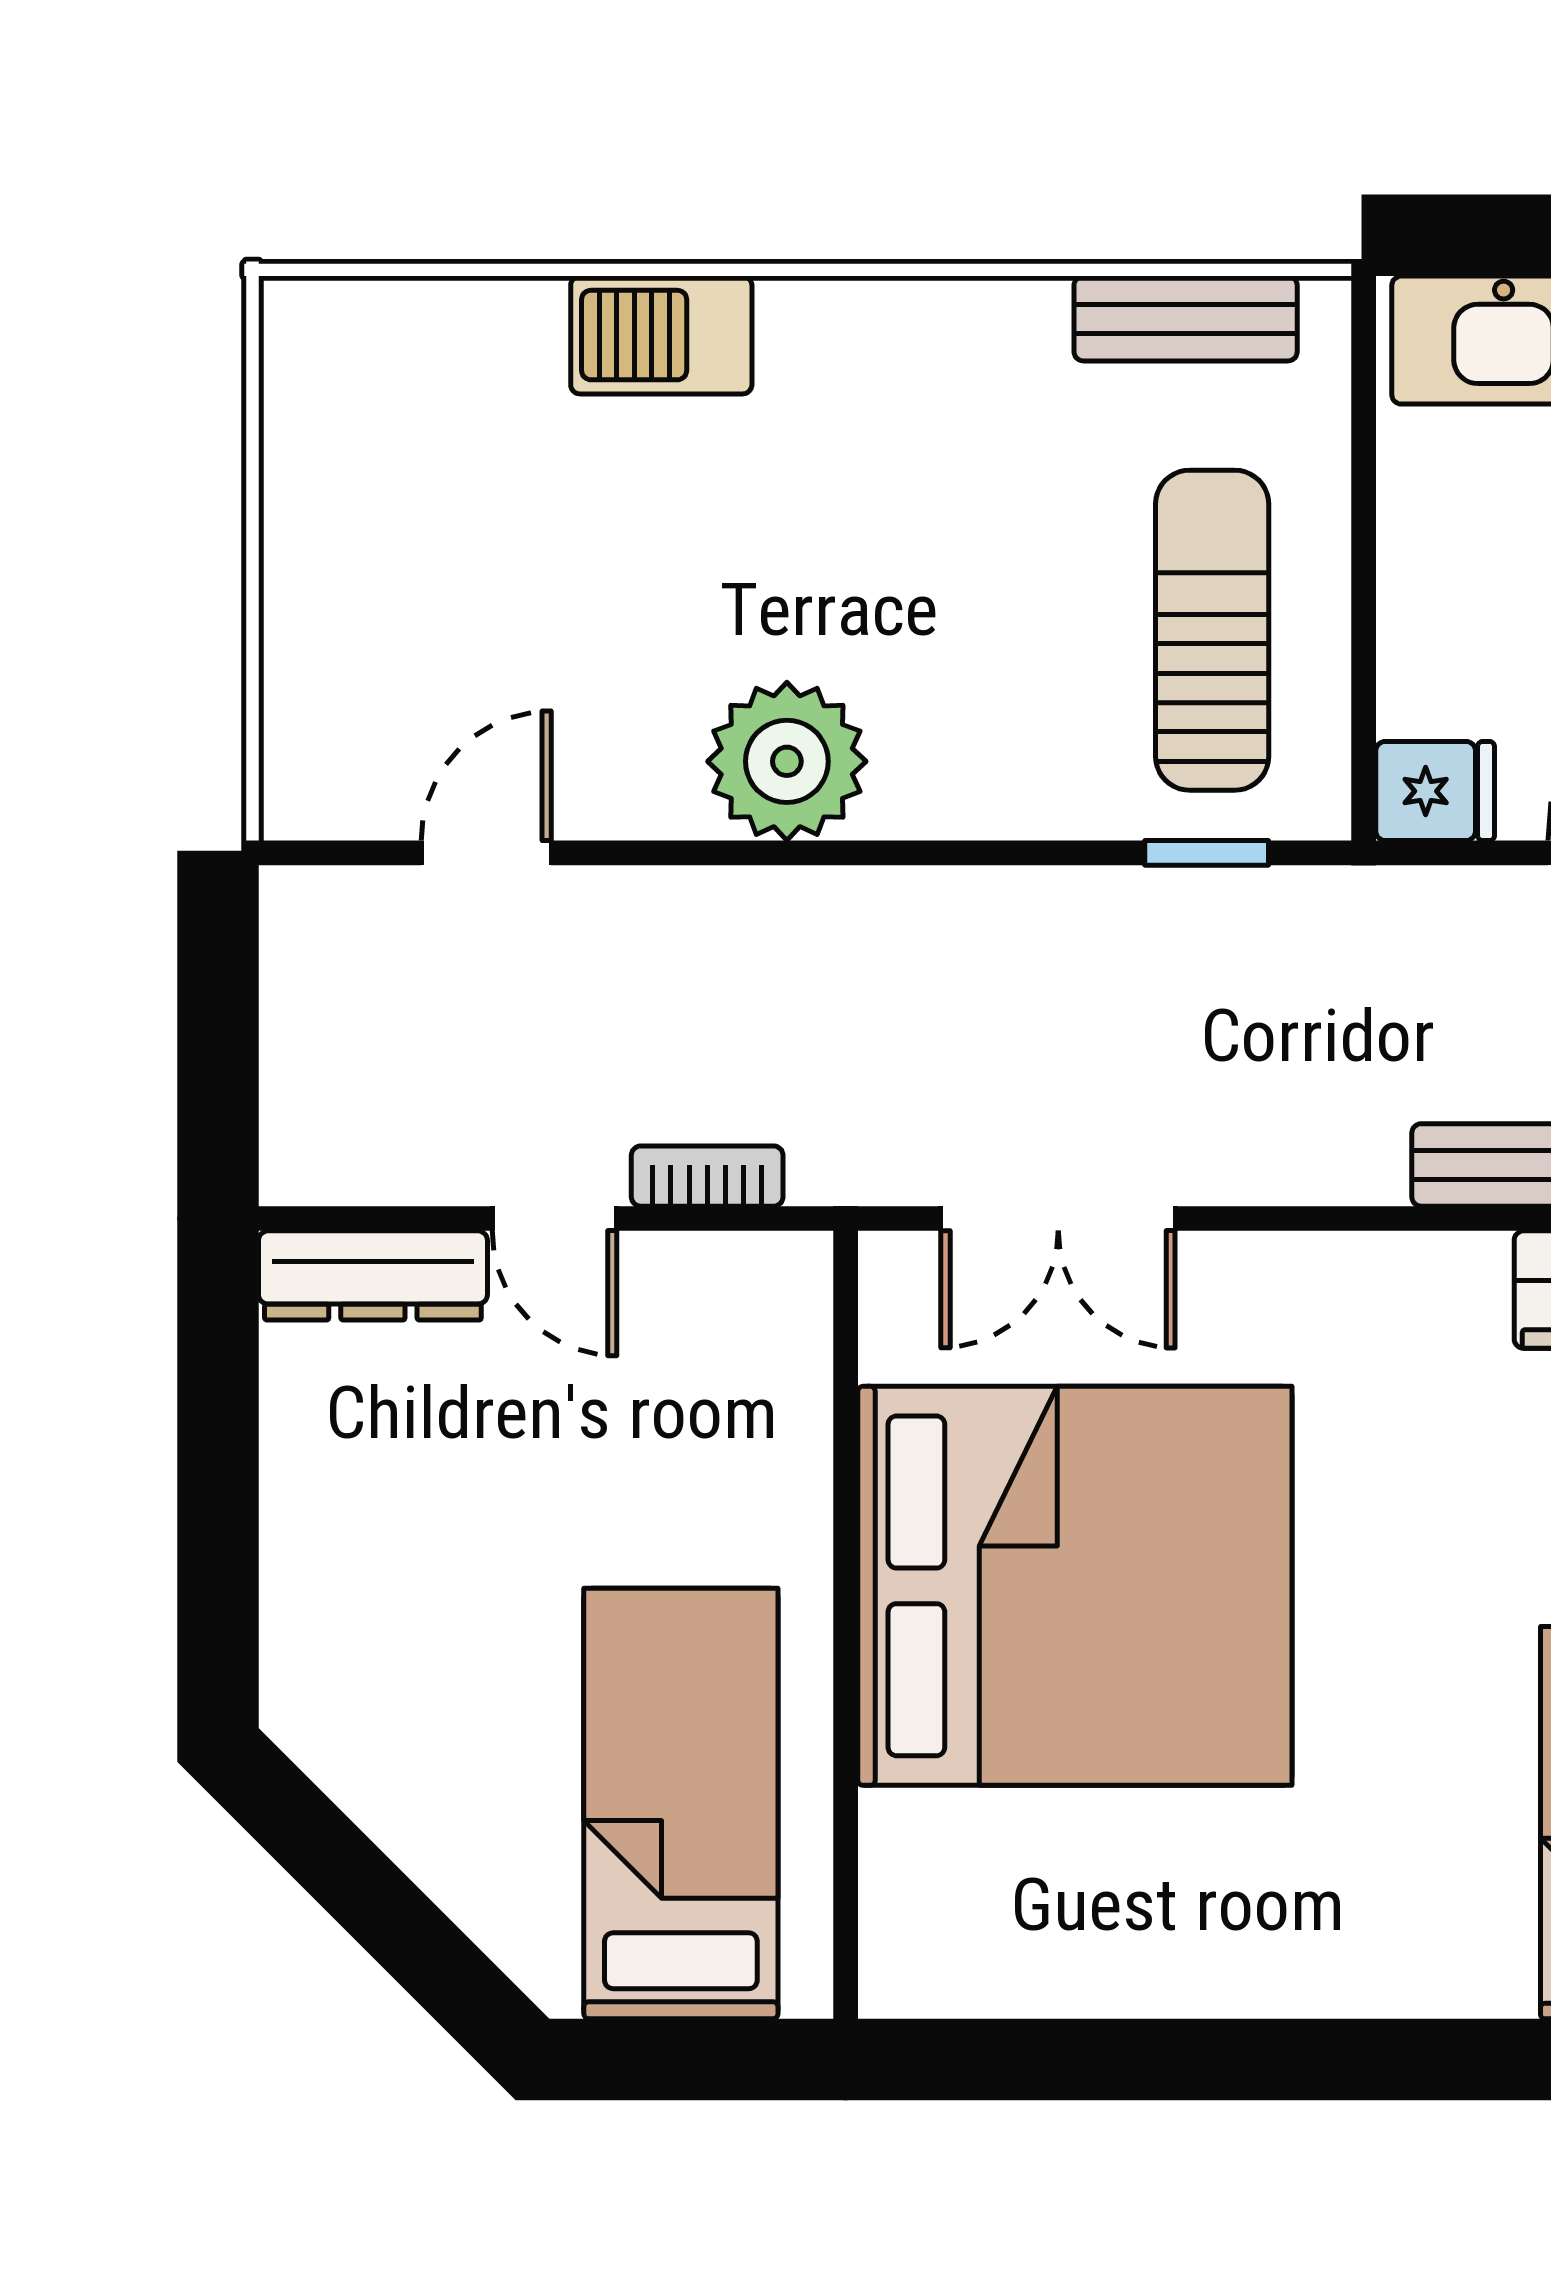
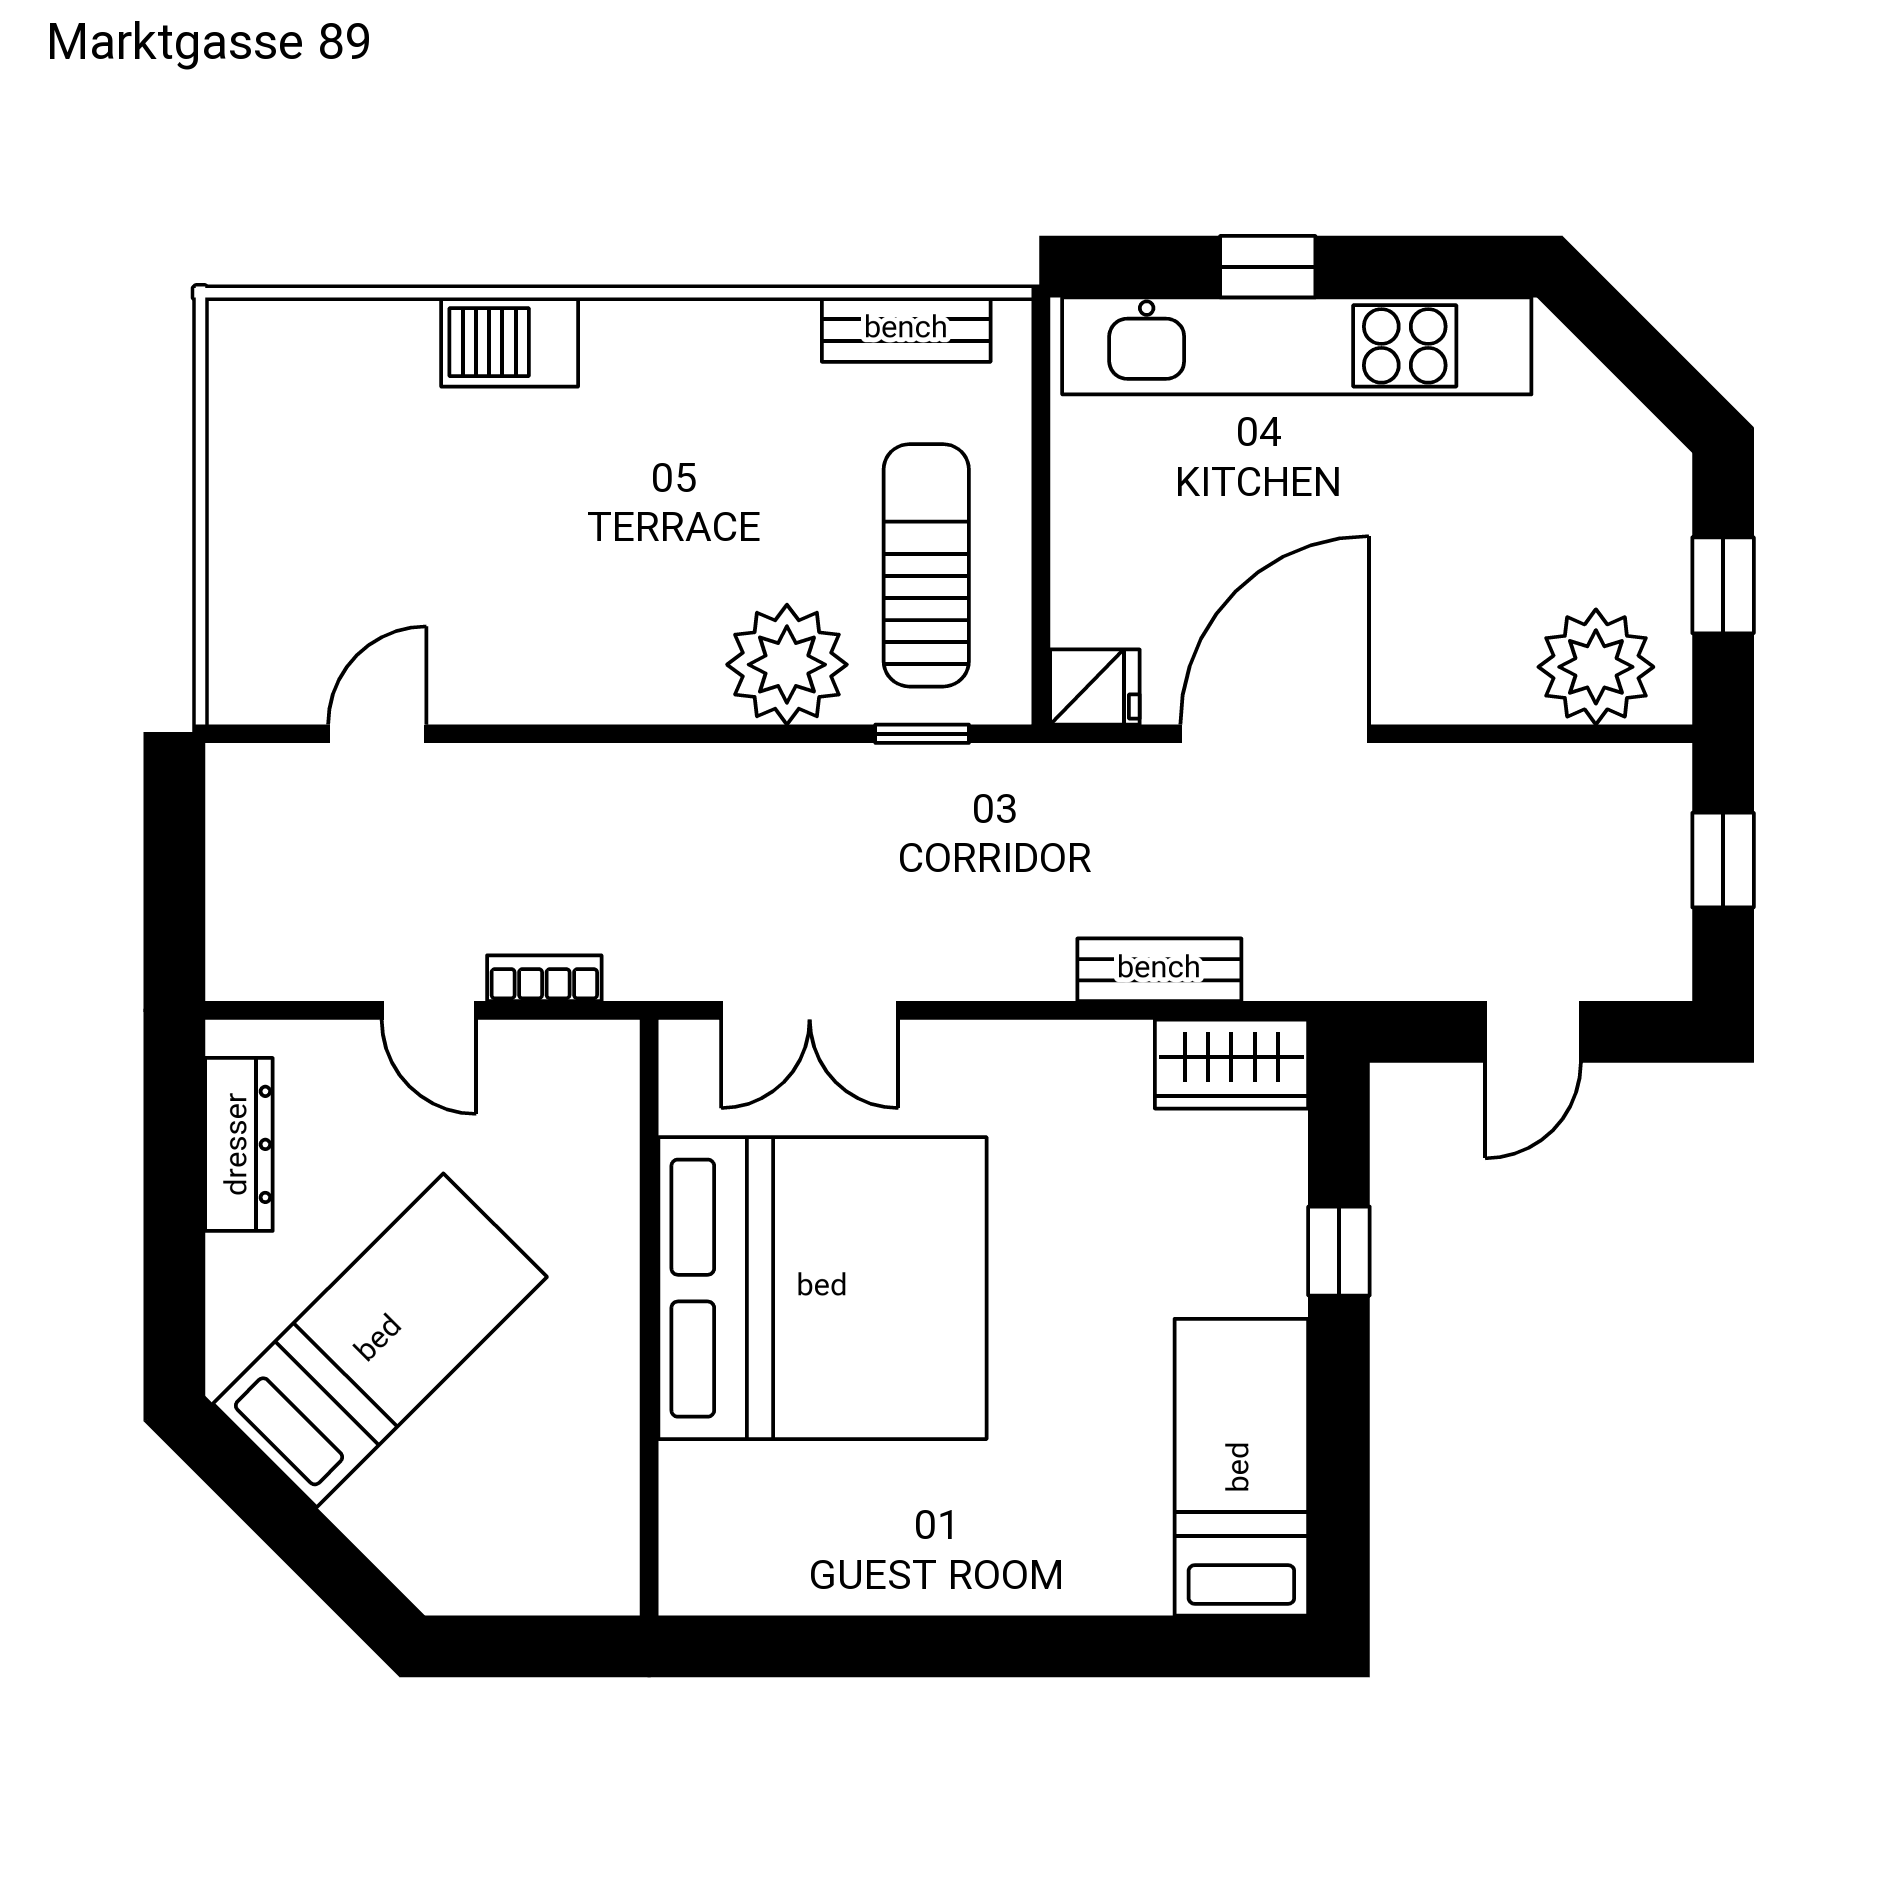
plant: (787, 761) -> (787, 665), moved
dresser: (373, 1275) -> (239, 1144), moved, turned -90
bed: (681, 1804) -> (380, 1340), moved, turned 45

